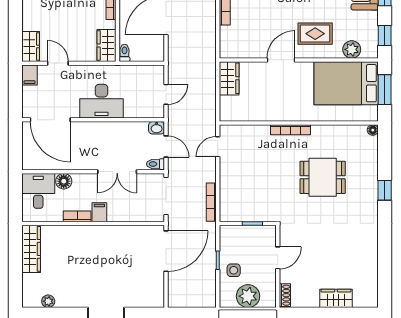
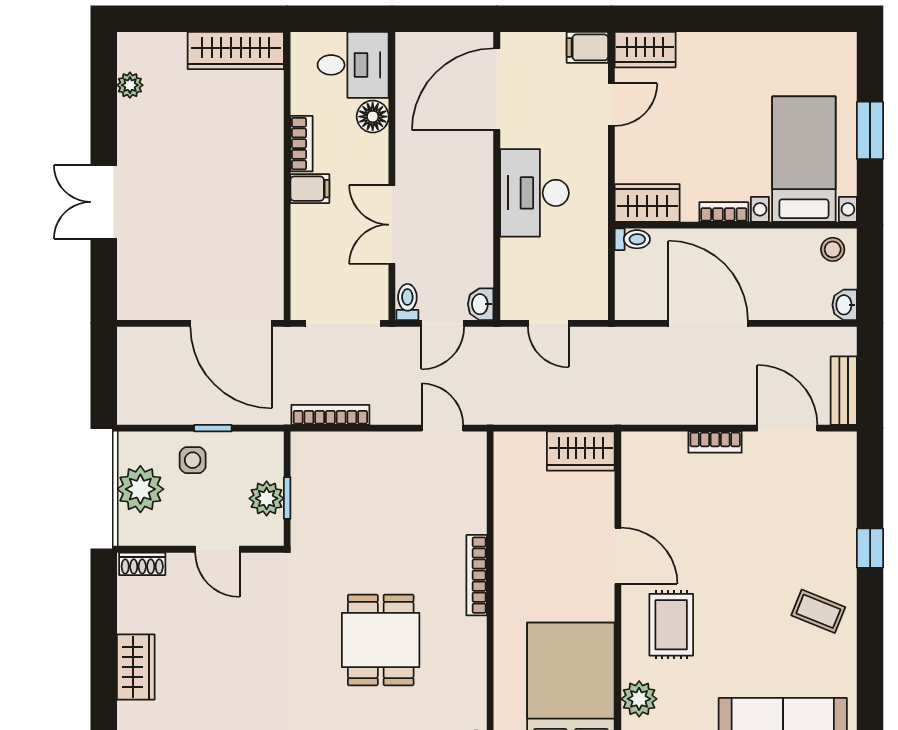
plant: (253, 234) -> (267, 498), added

